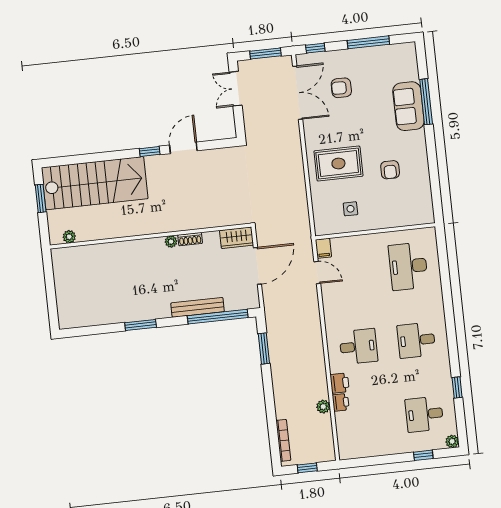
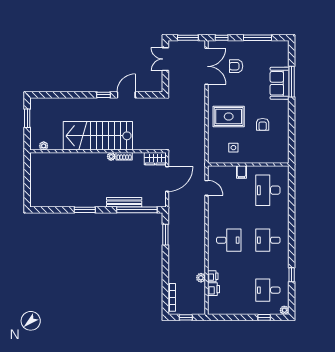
stairs: (95, 183) -> (98, 136), moved, turned 180
filing cabinet: (323, 248) -> (241, 172), moved
printer: (340, 383) -> (214, 289), moved

